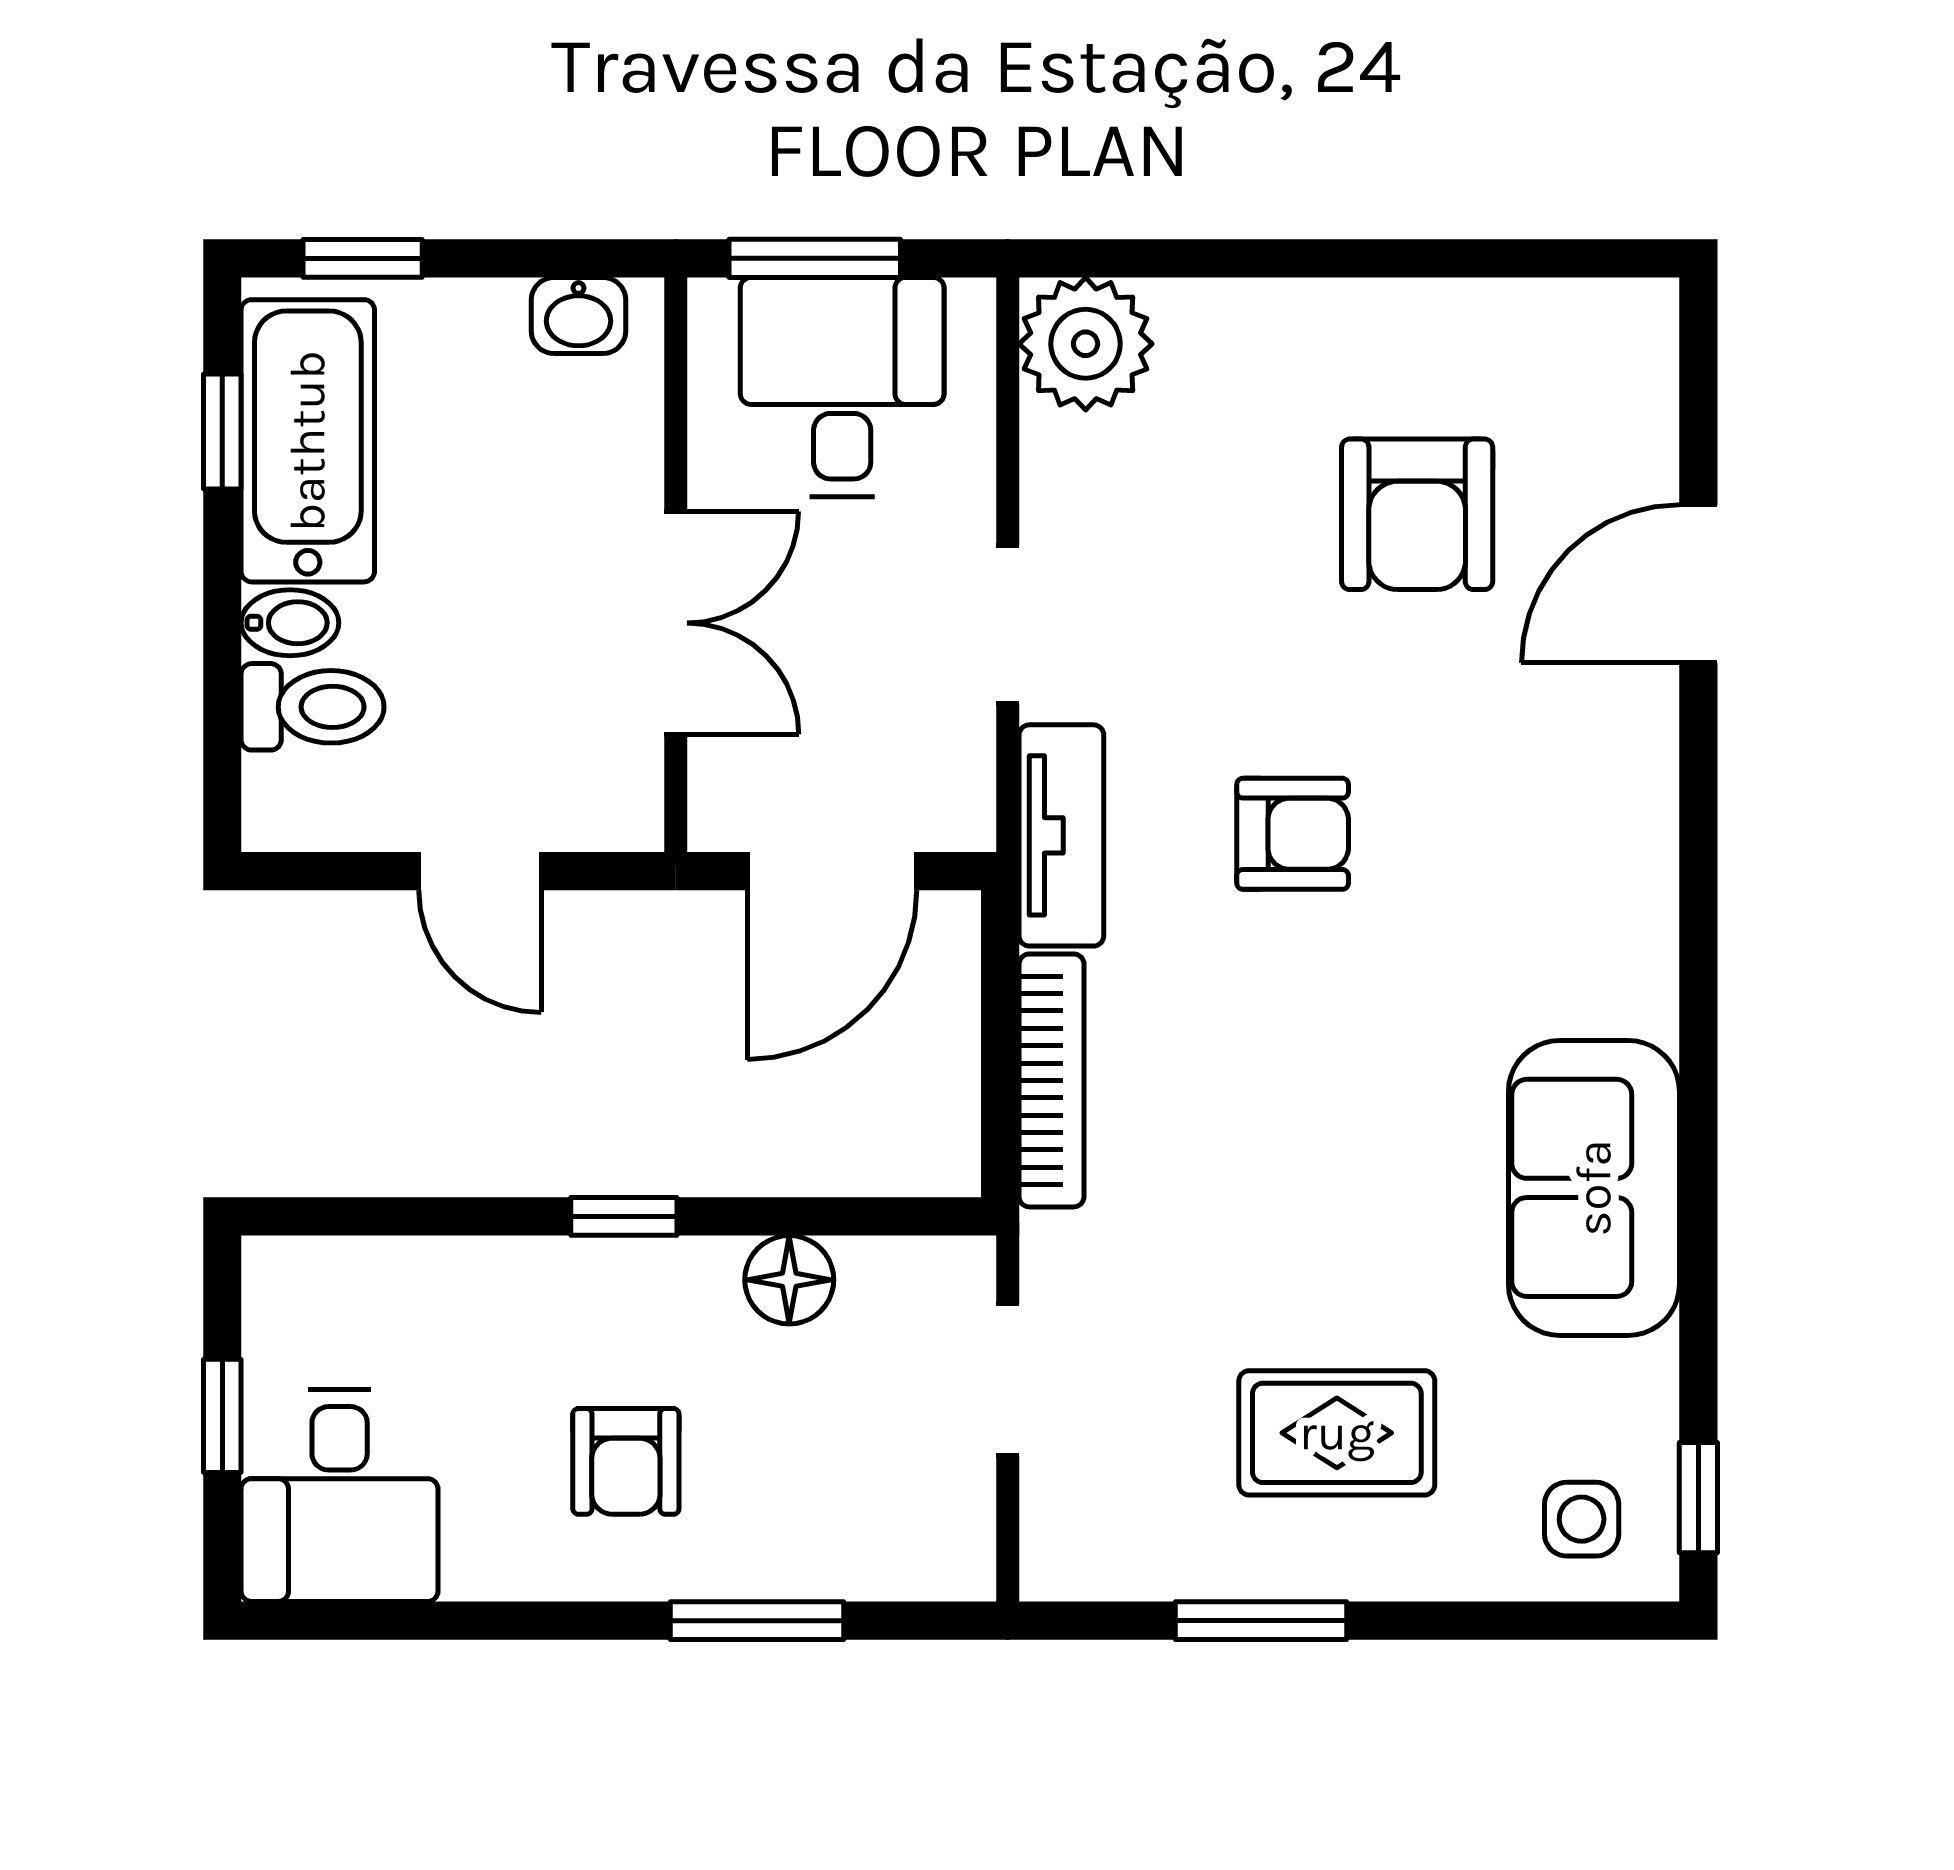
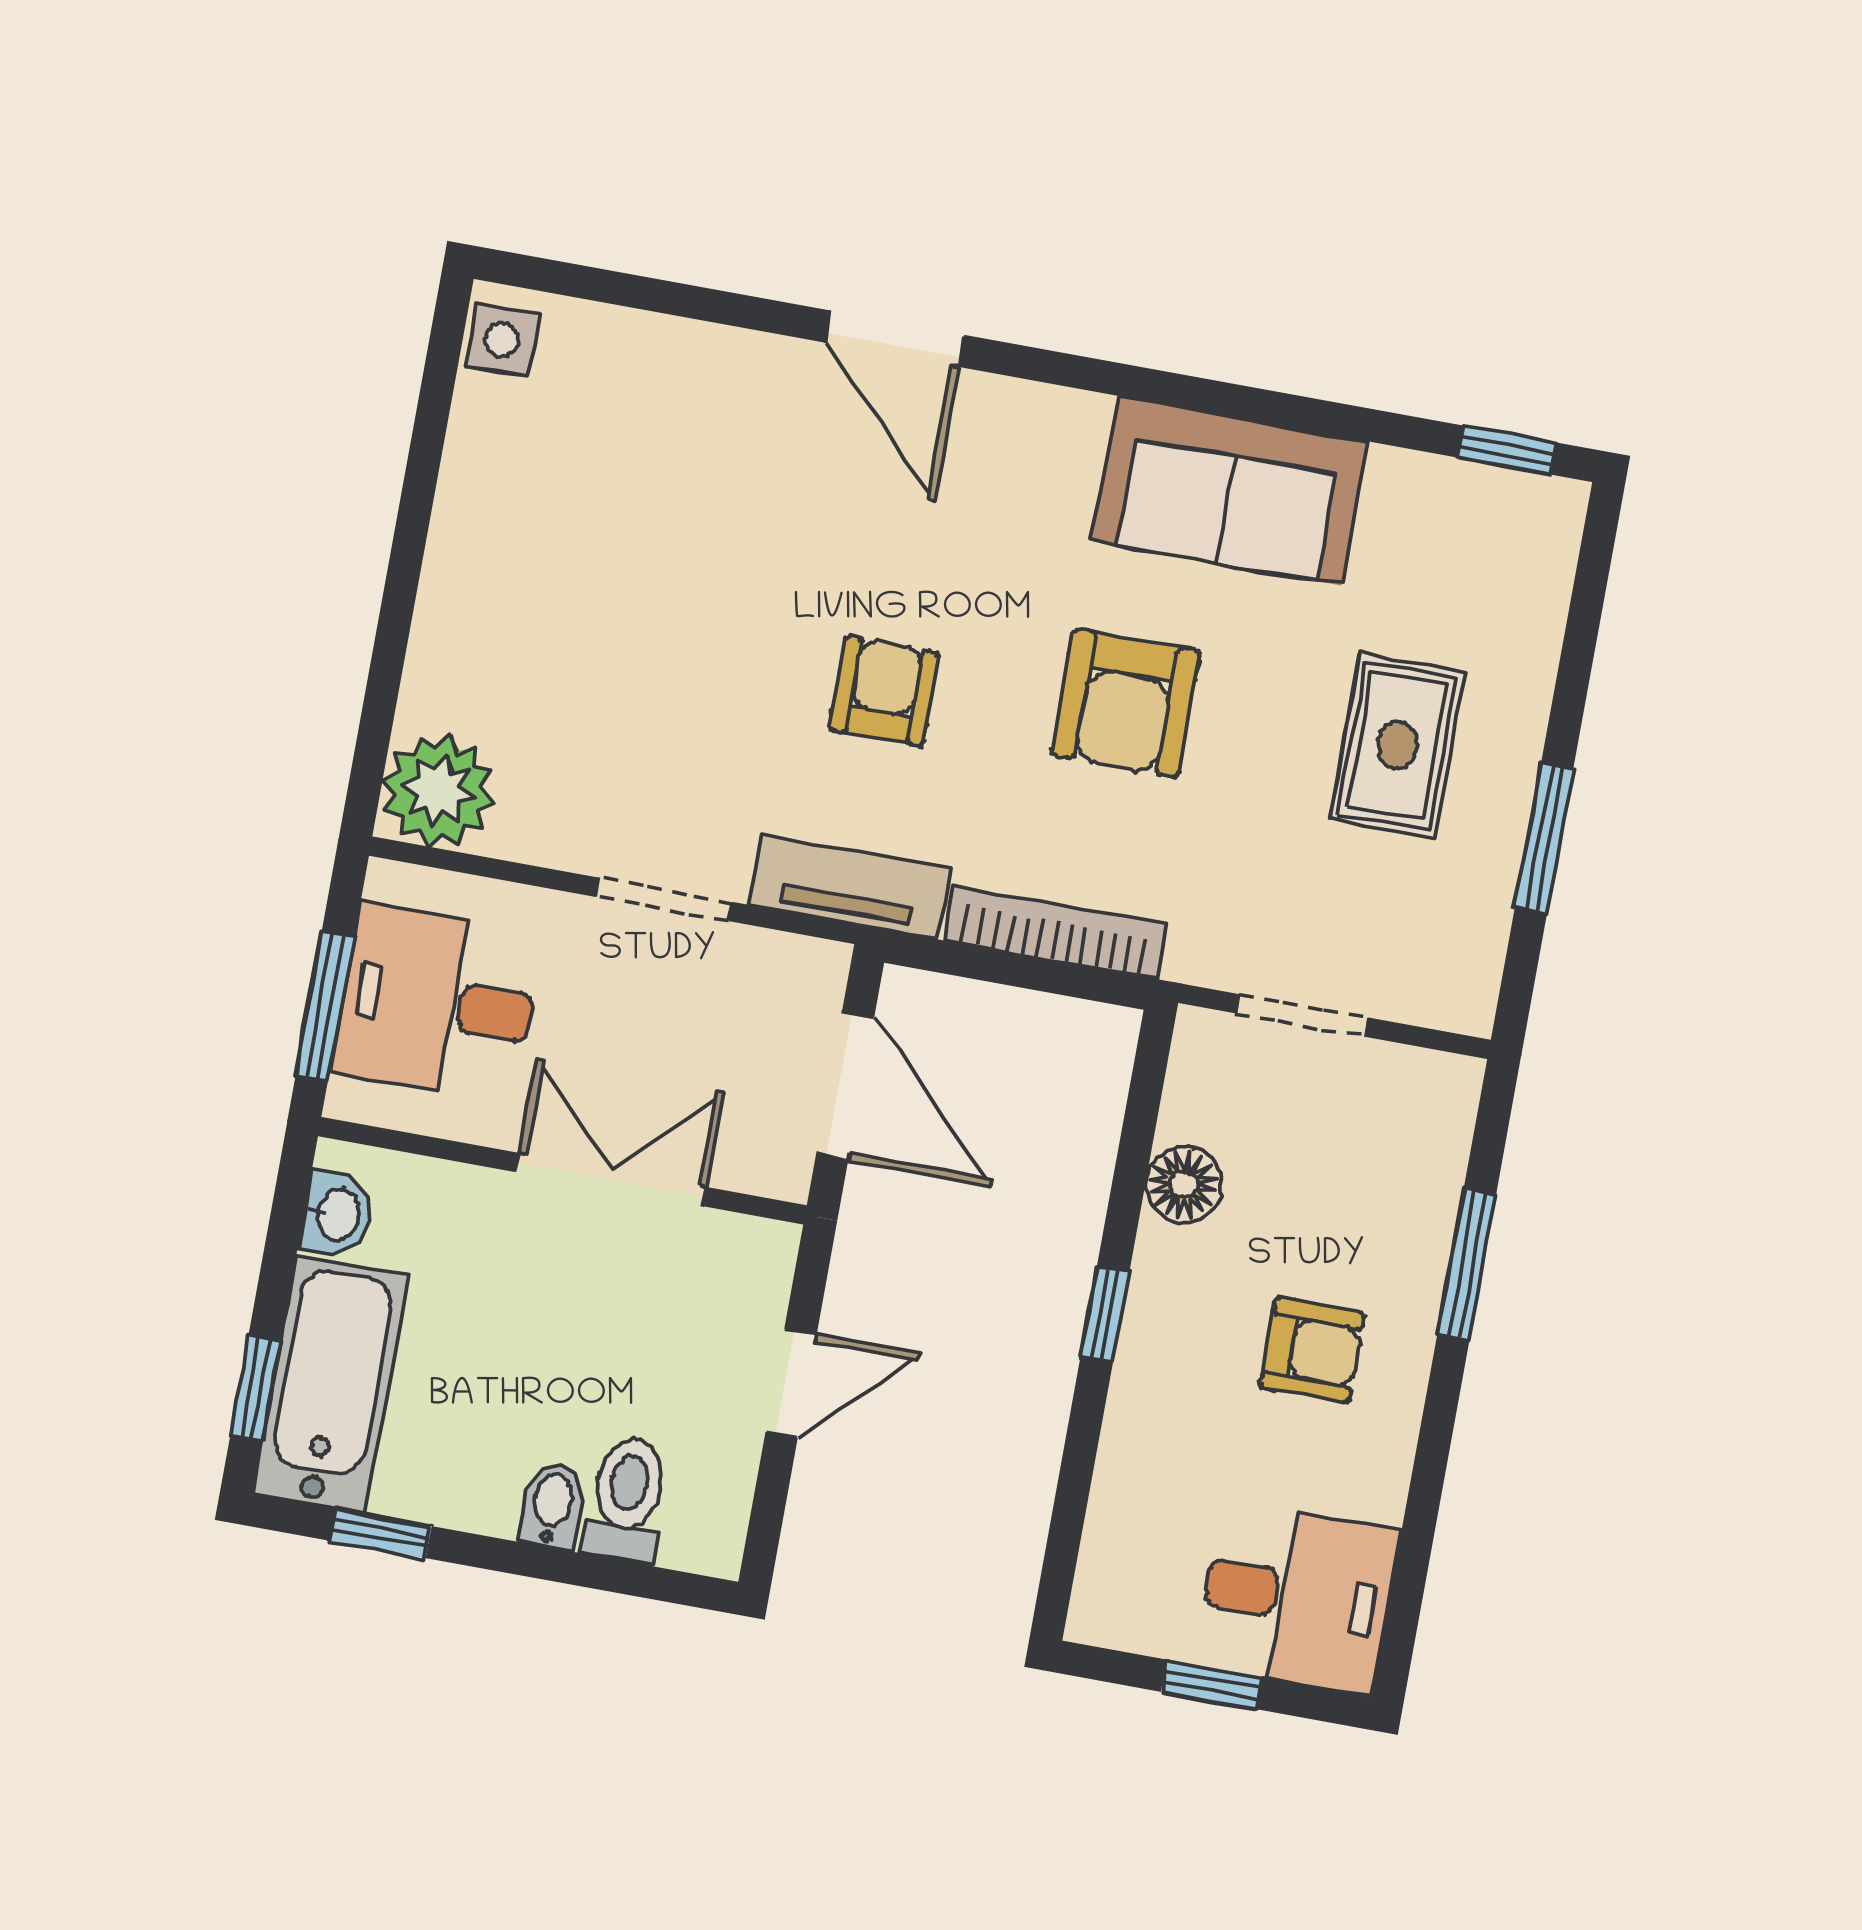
bathtub: (308, 441) -> (331, 1385), moved, turned 90
armchair: (1417, 514) -> (1126, 703), moved, turned 90
door: (1698, 584) -> (895, 339), moved
side table: (1582, 1519) -> (502, 340), moved

